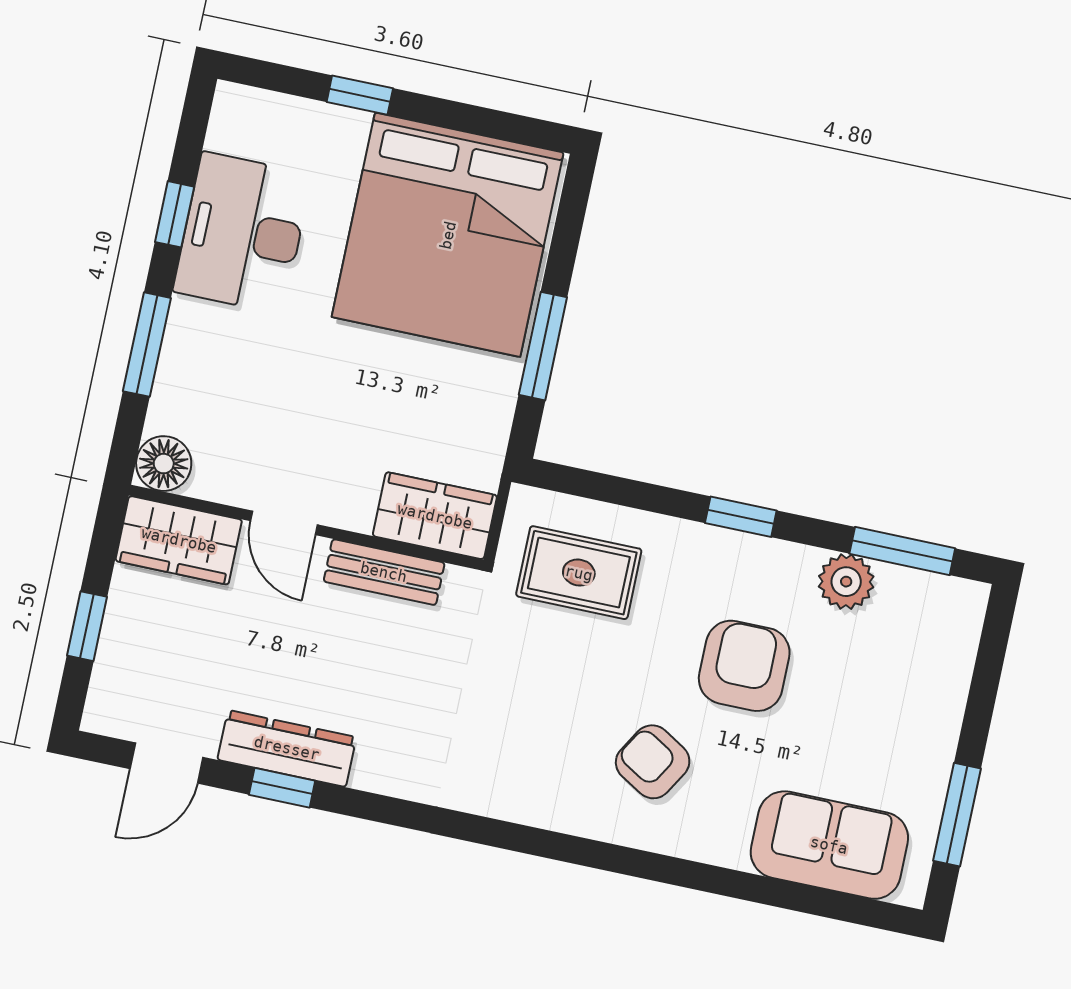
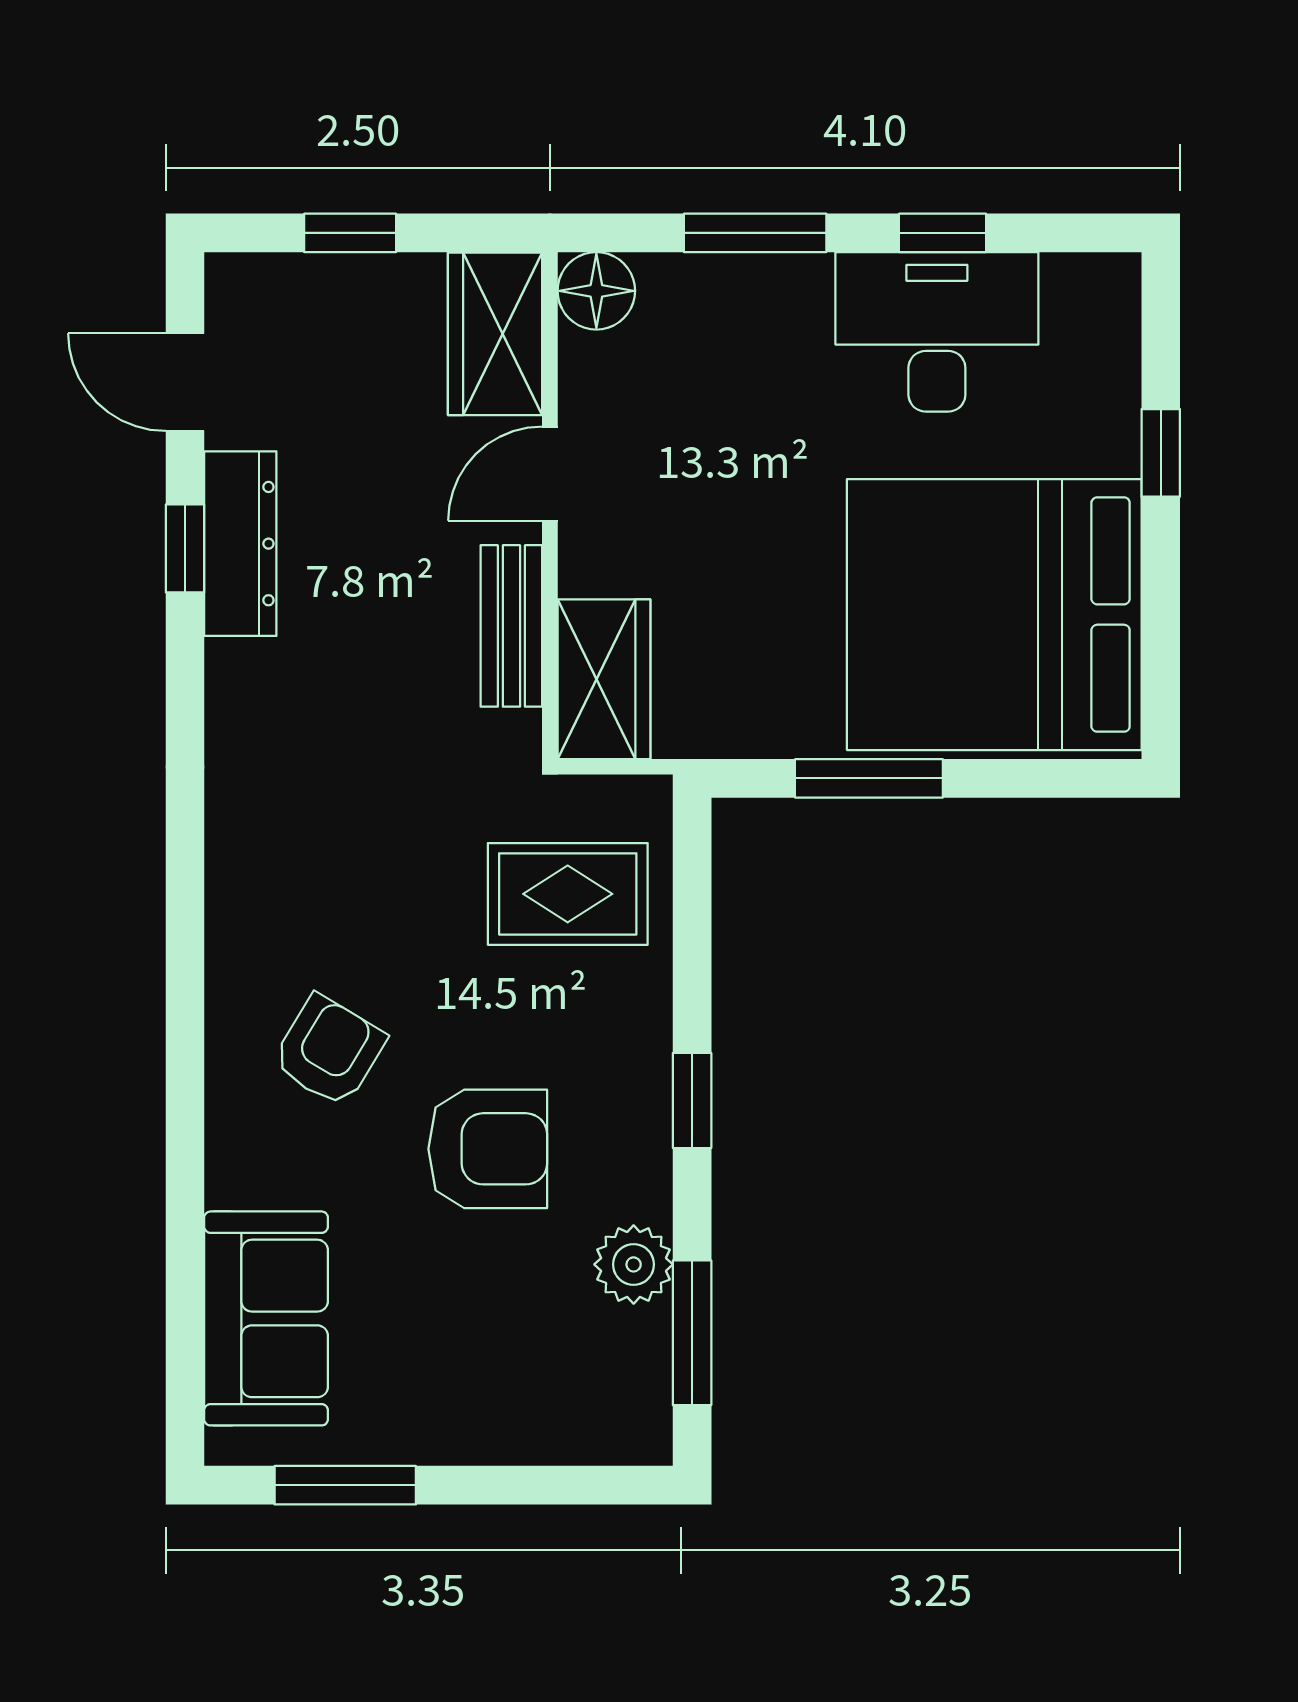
rug: (579, 573) -> (568, 894), turned 90

